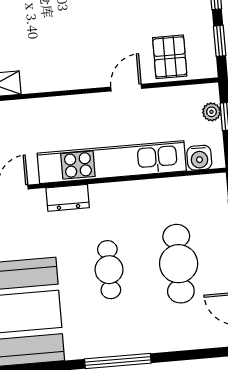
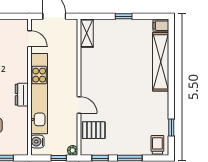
plant: (211, 112) -> (73, 150), moved
dresser: (68, 198) -> (22, 95), moved

